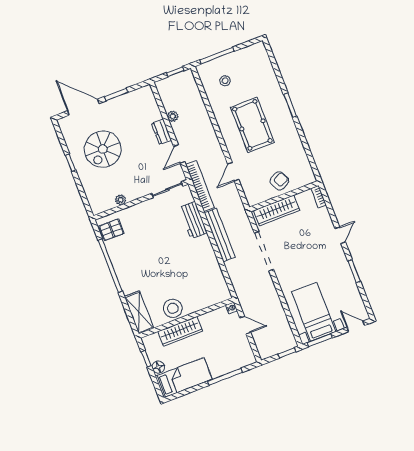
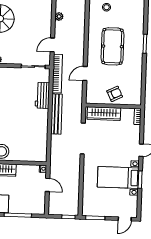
dresser: (161, 132) -> (47, 24), removed
bed with nightstands: (314, 312) -> (118, 177), moved, turned -90
door: (356, 326) -> (125, 219), swing flipped

